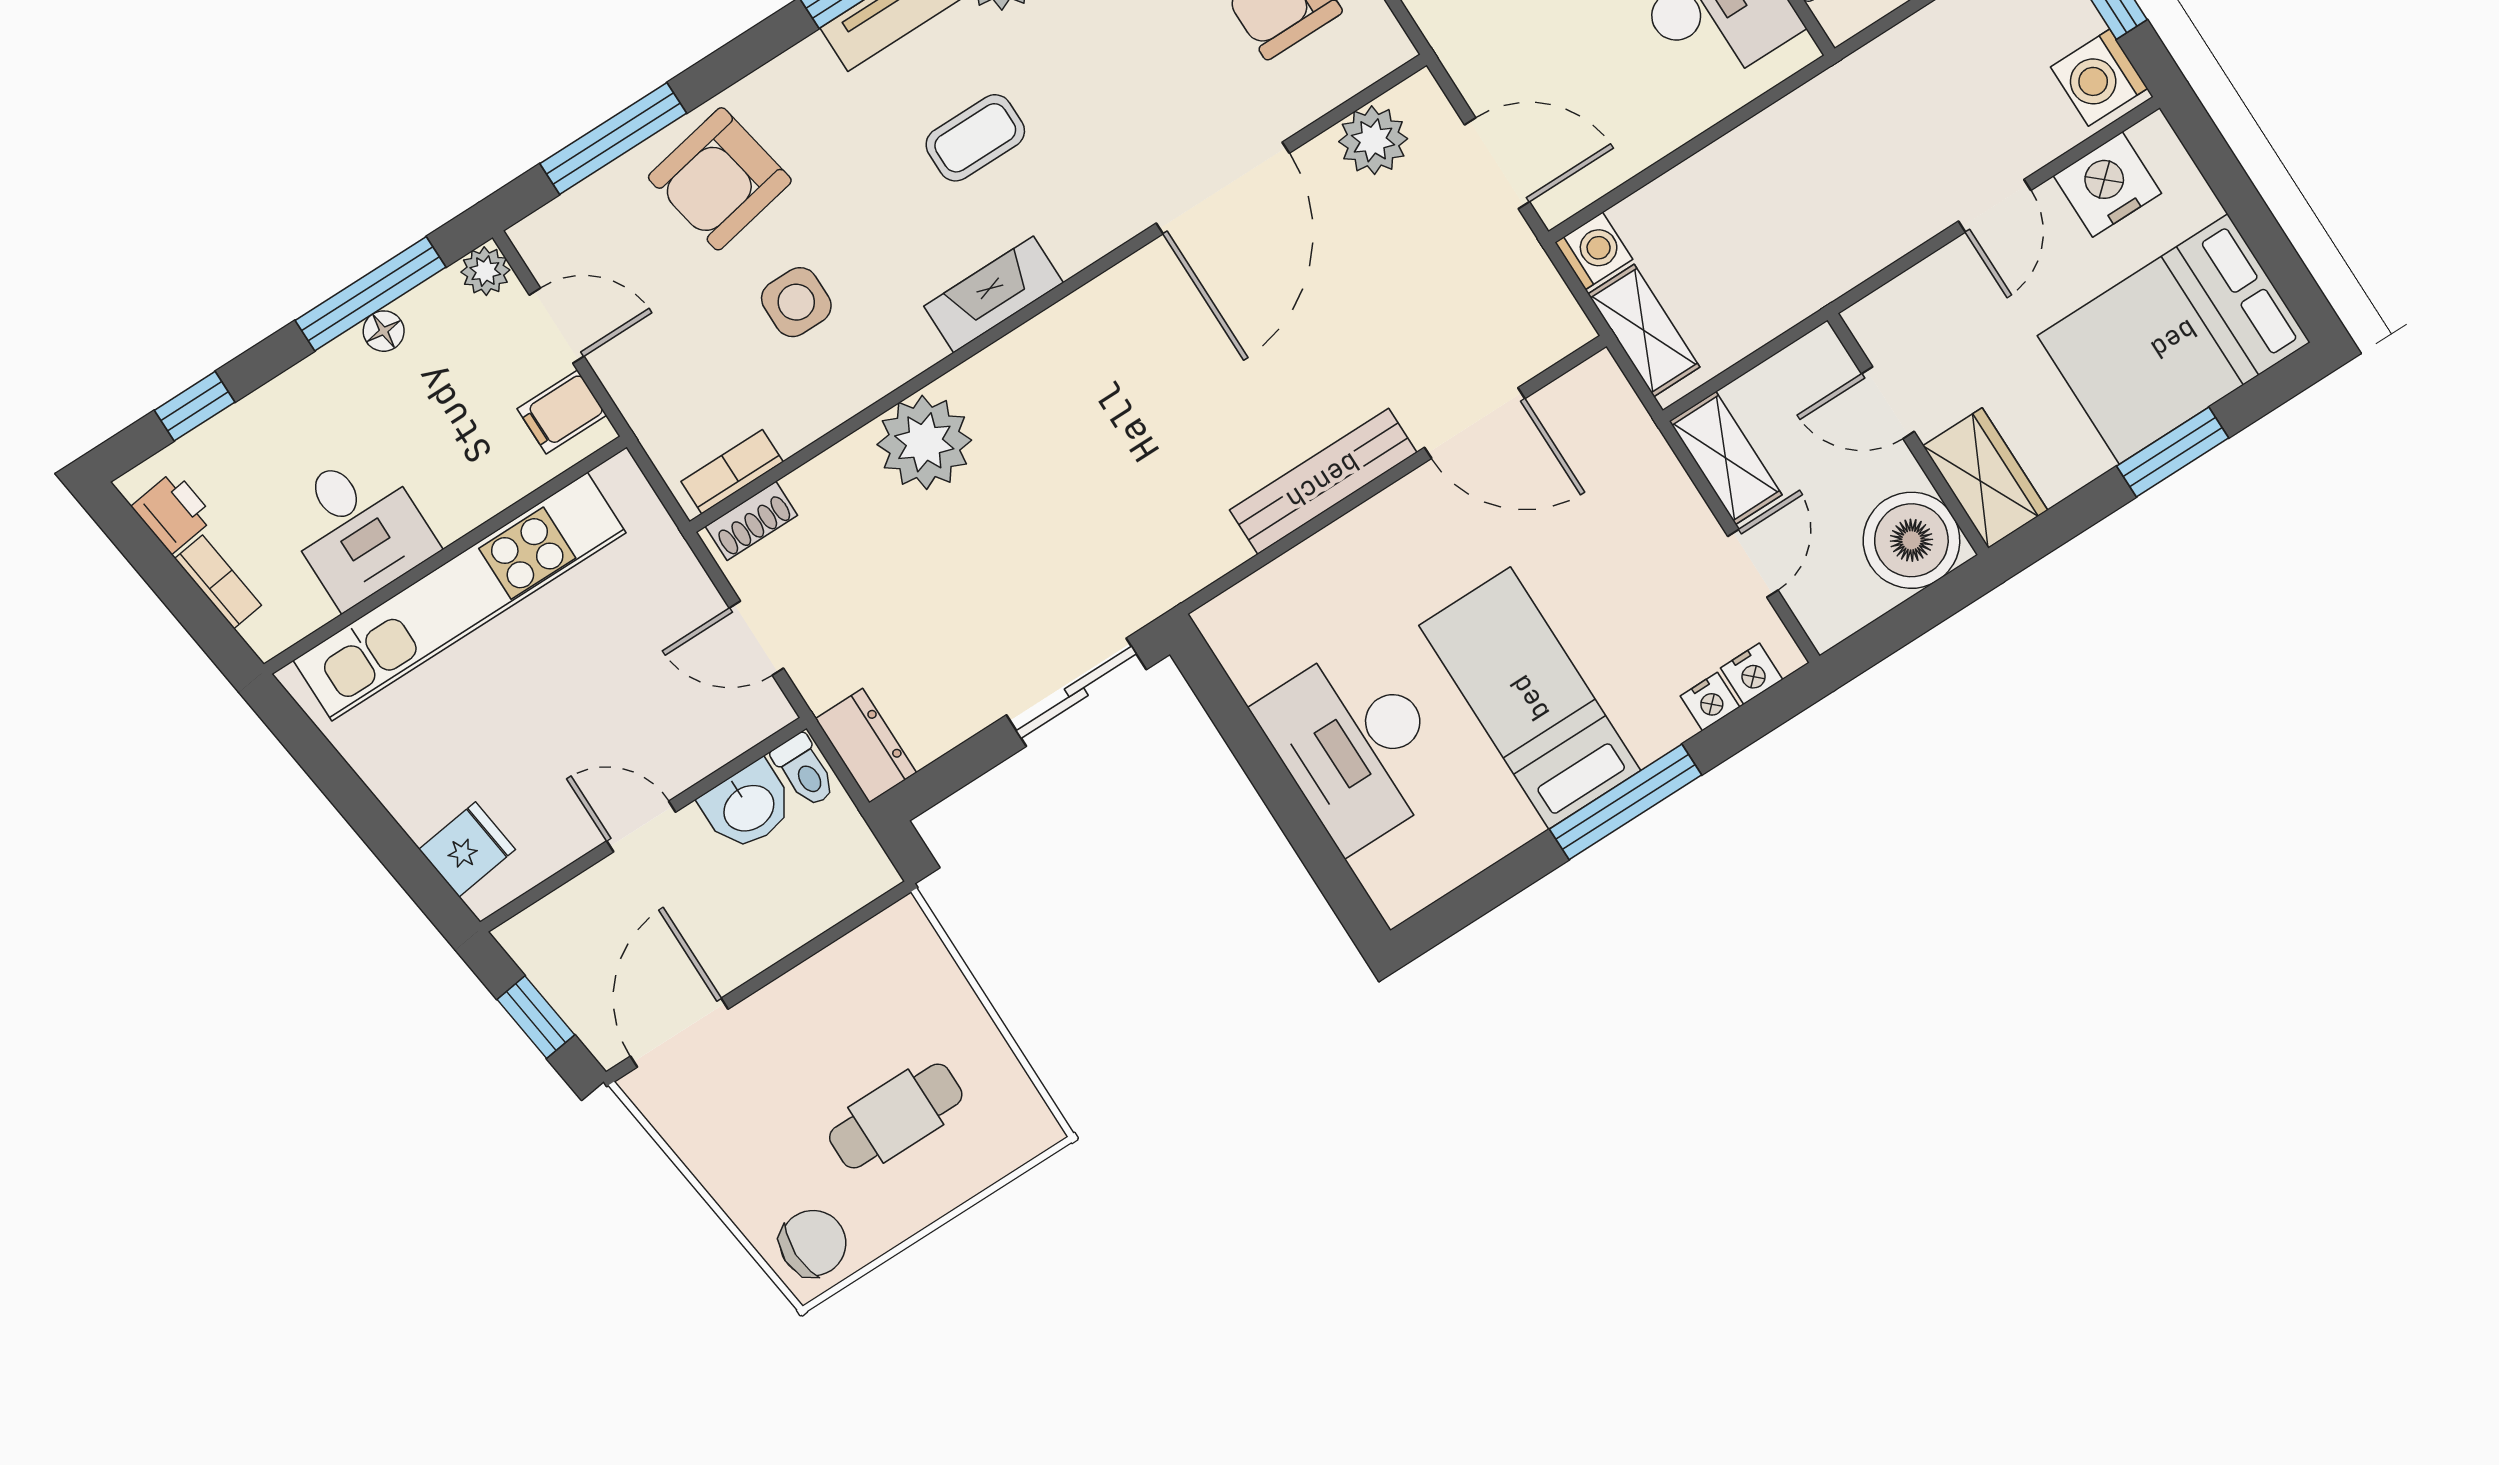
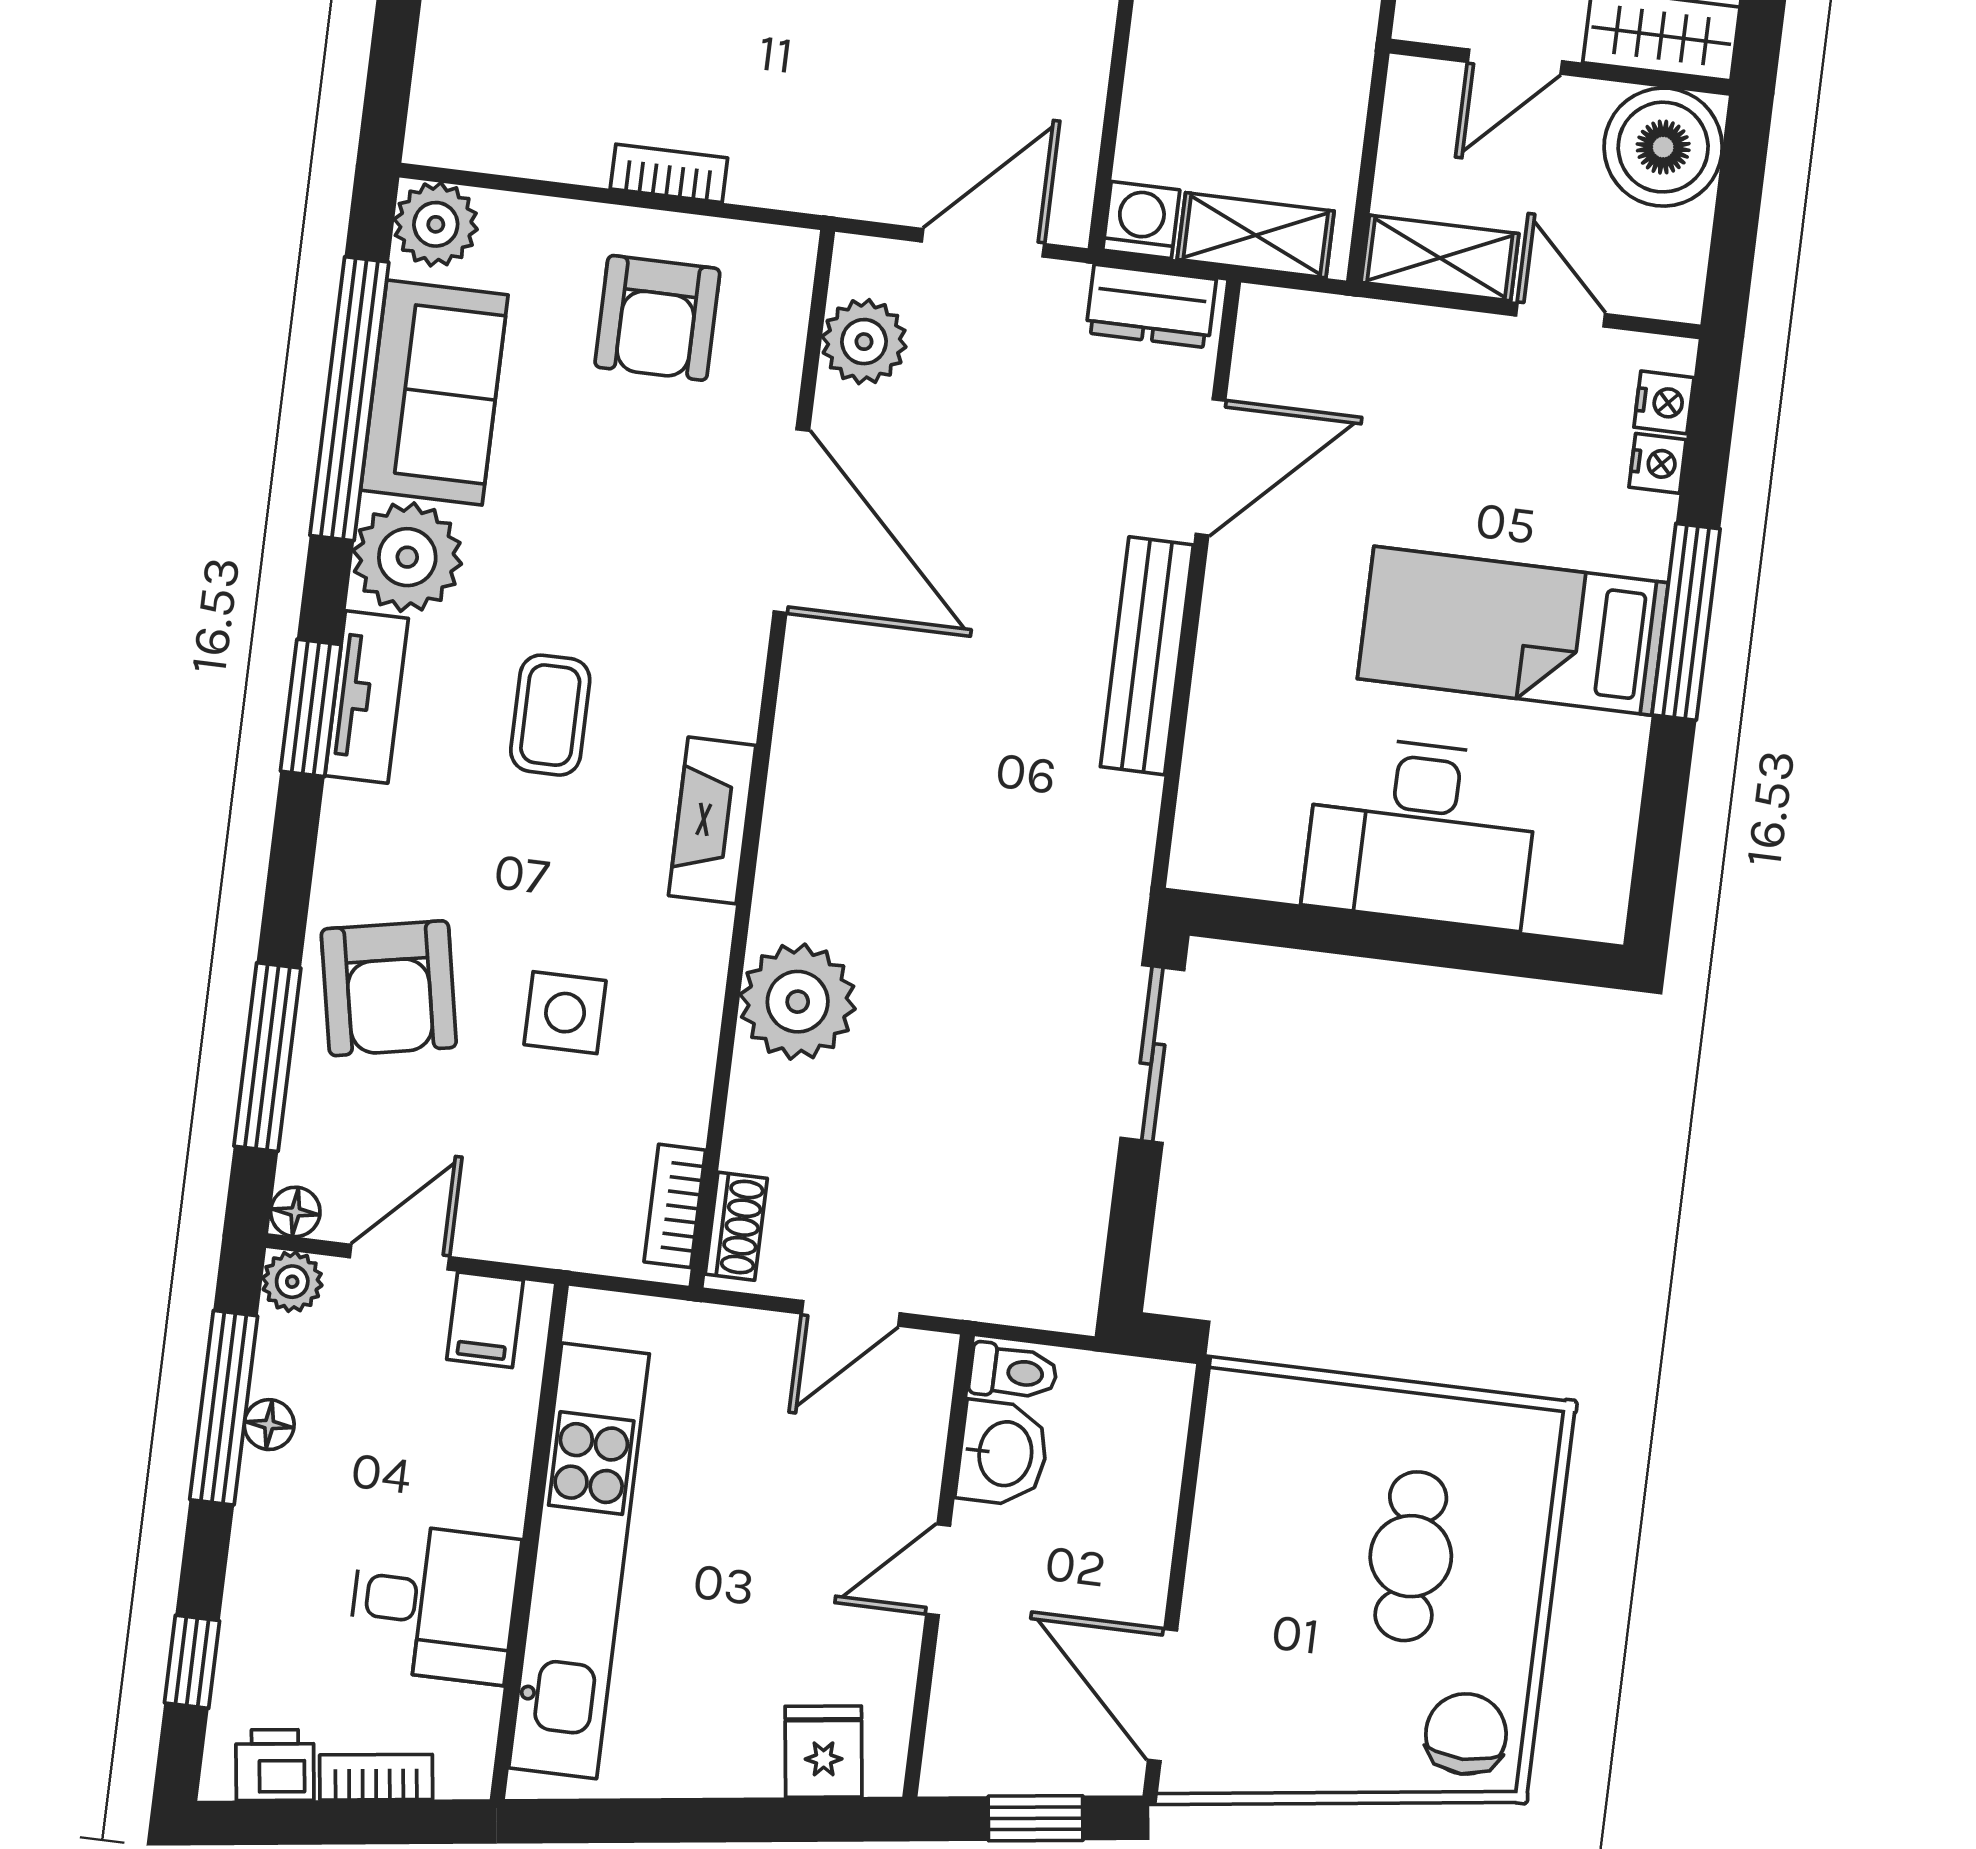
floor lamp: (531, 237) -> (295, 1212), added
dresser: (866, 746) -> (1151, 306), moved, turned 180

